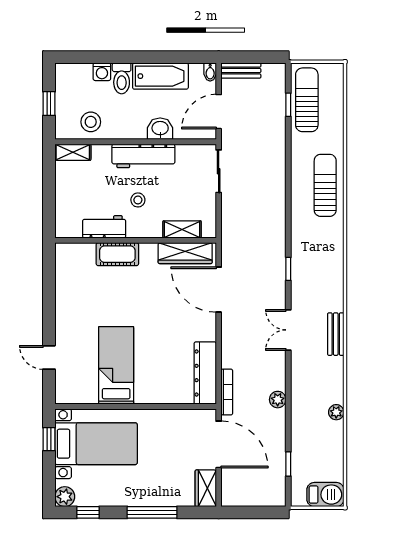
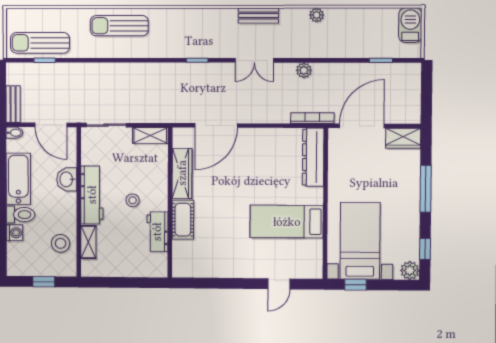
shelving: (73, 152) -> (88, 242), moved
shelving: (182, 229) -> (150, 135), moved, turned 90
wardrobe: (185, 253) -> (182, 173), moved
dresser: (205, 373) -> (313, 157), moved, turned 90
plant: (278, 400) -> (304, 70), moved
plant: (336, 412) -> (317, 15), moved

